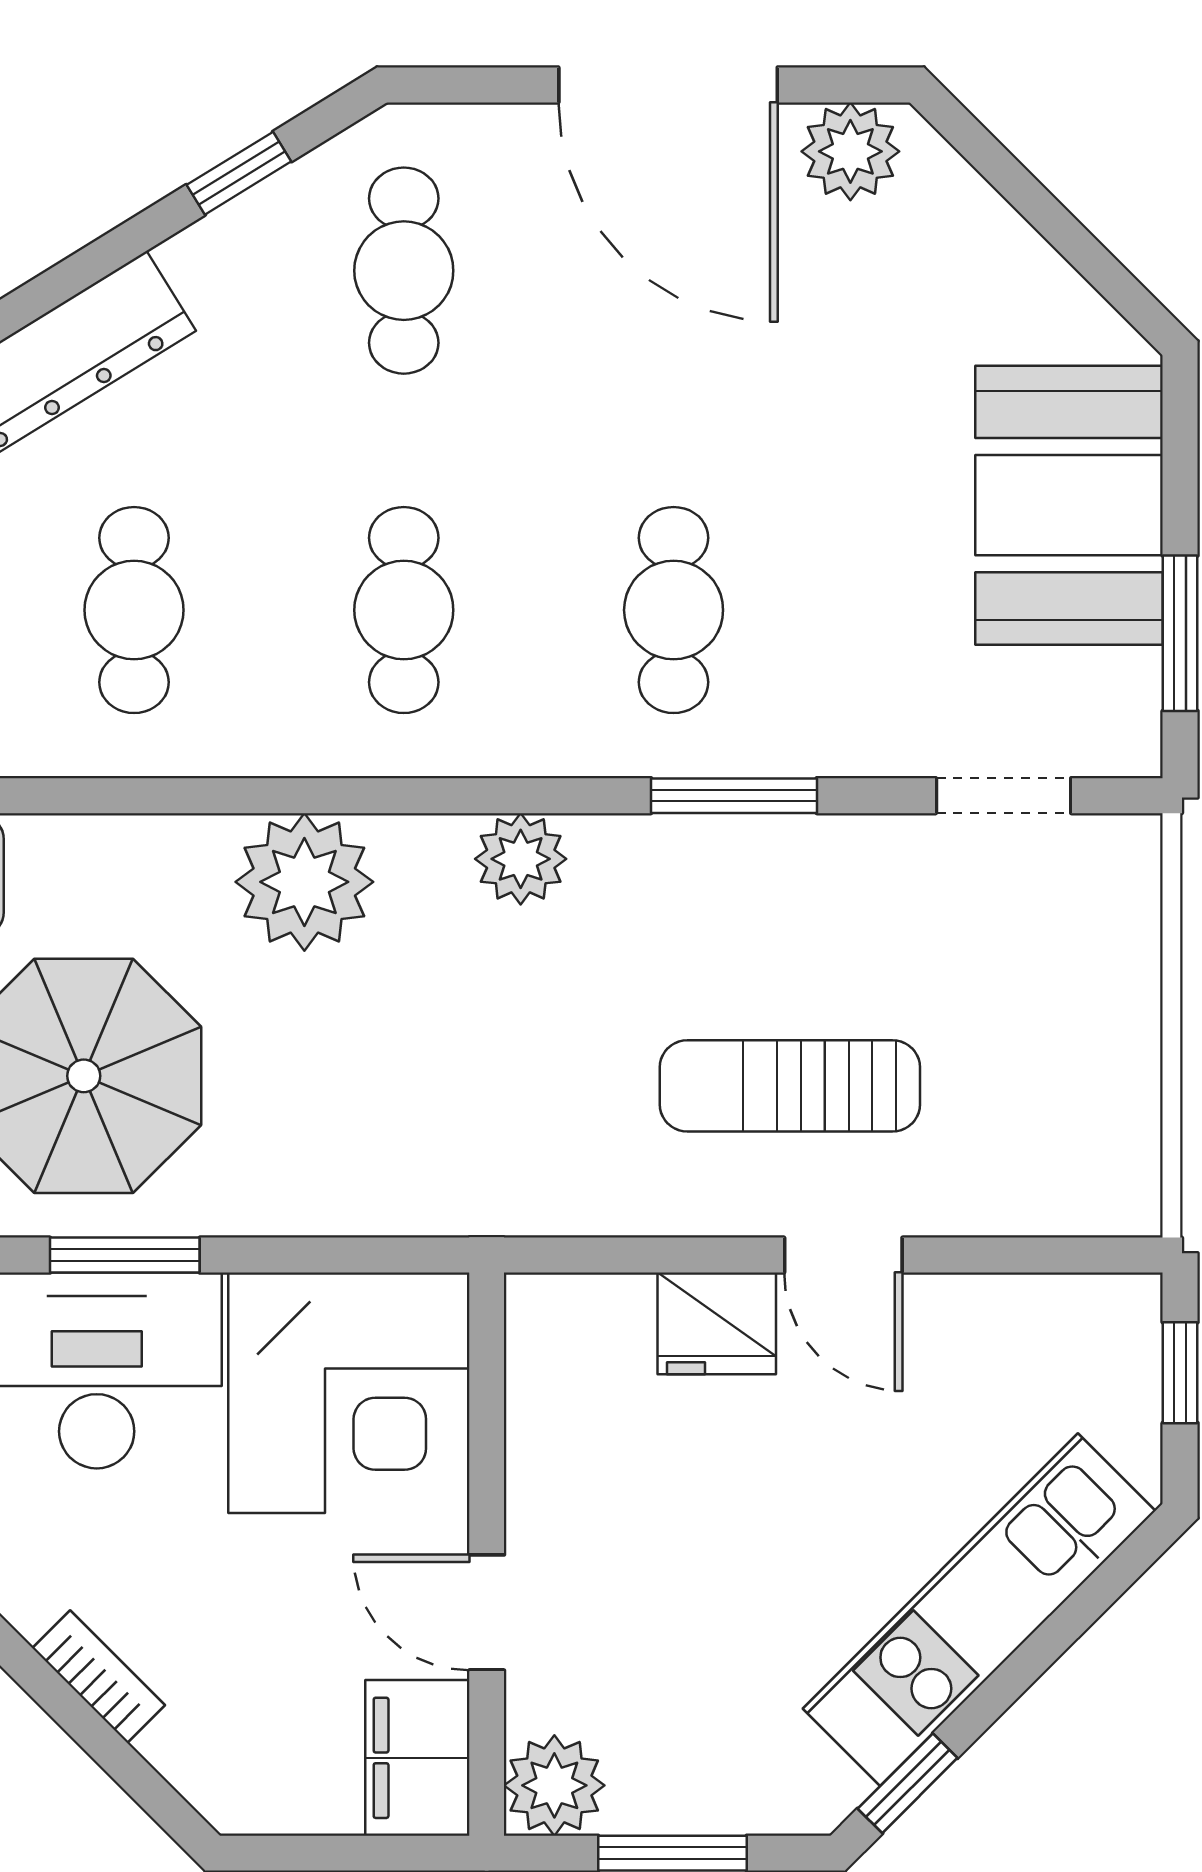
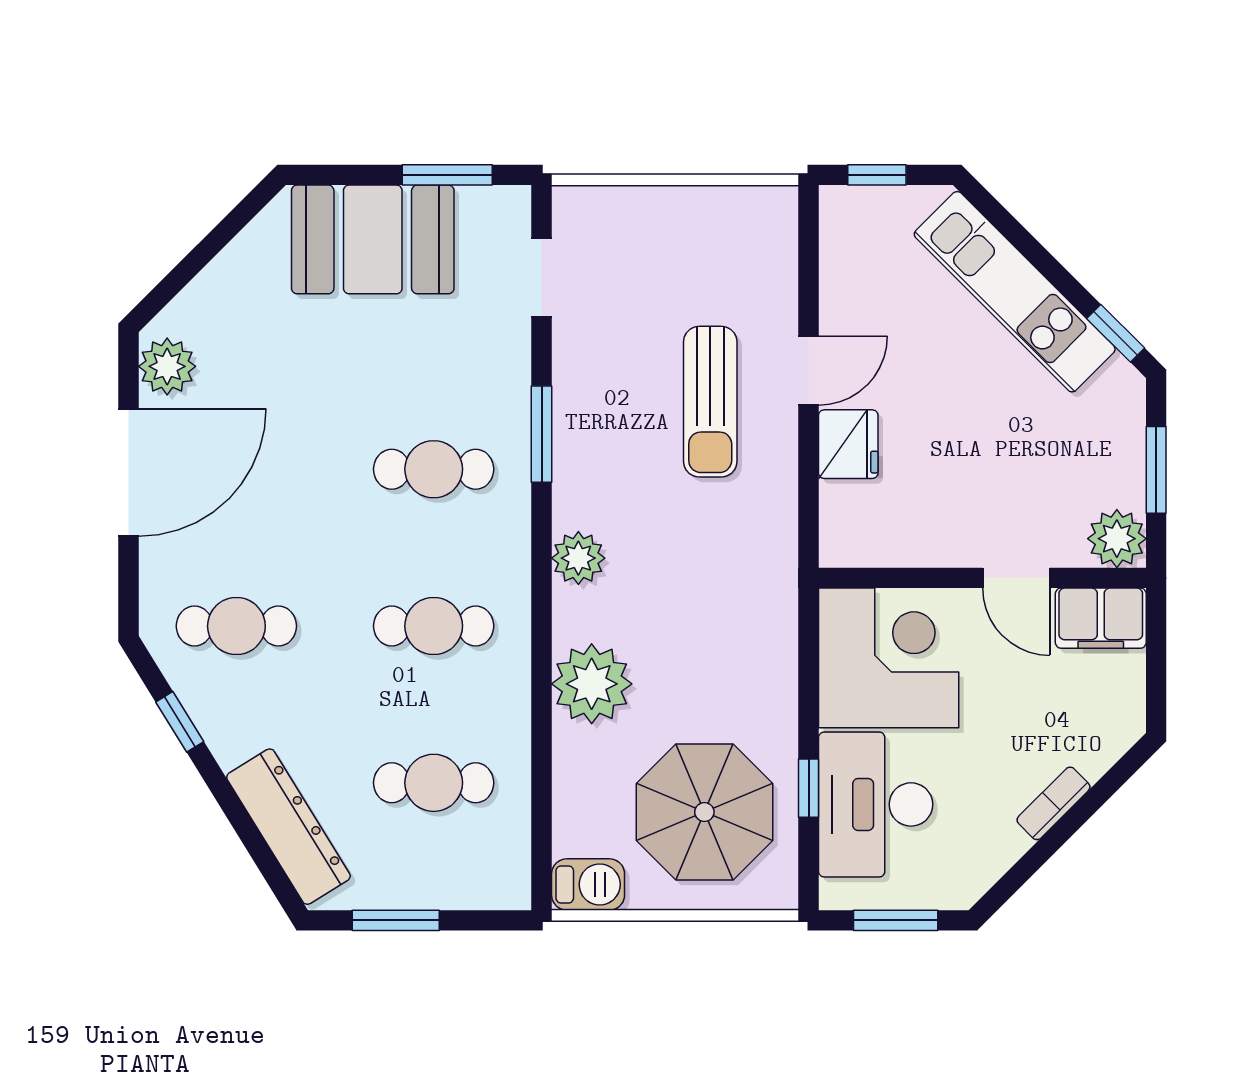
window: (125, 1255) -> (809, 788), width x0.67
door: (487, 1612) -> (1016, 578), hinge flipped

